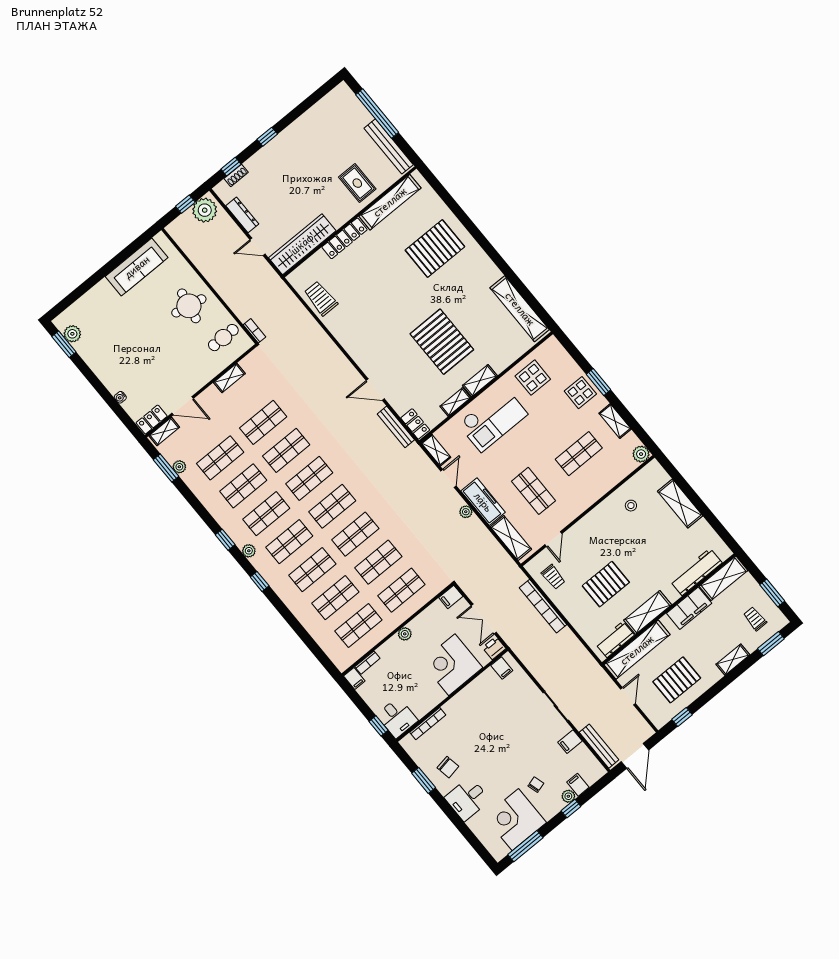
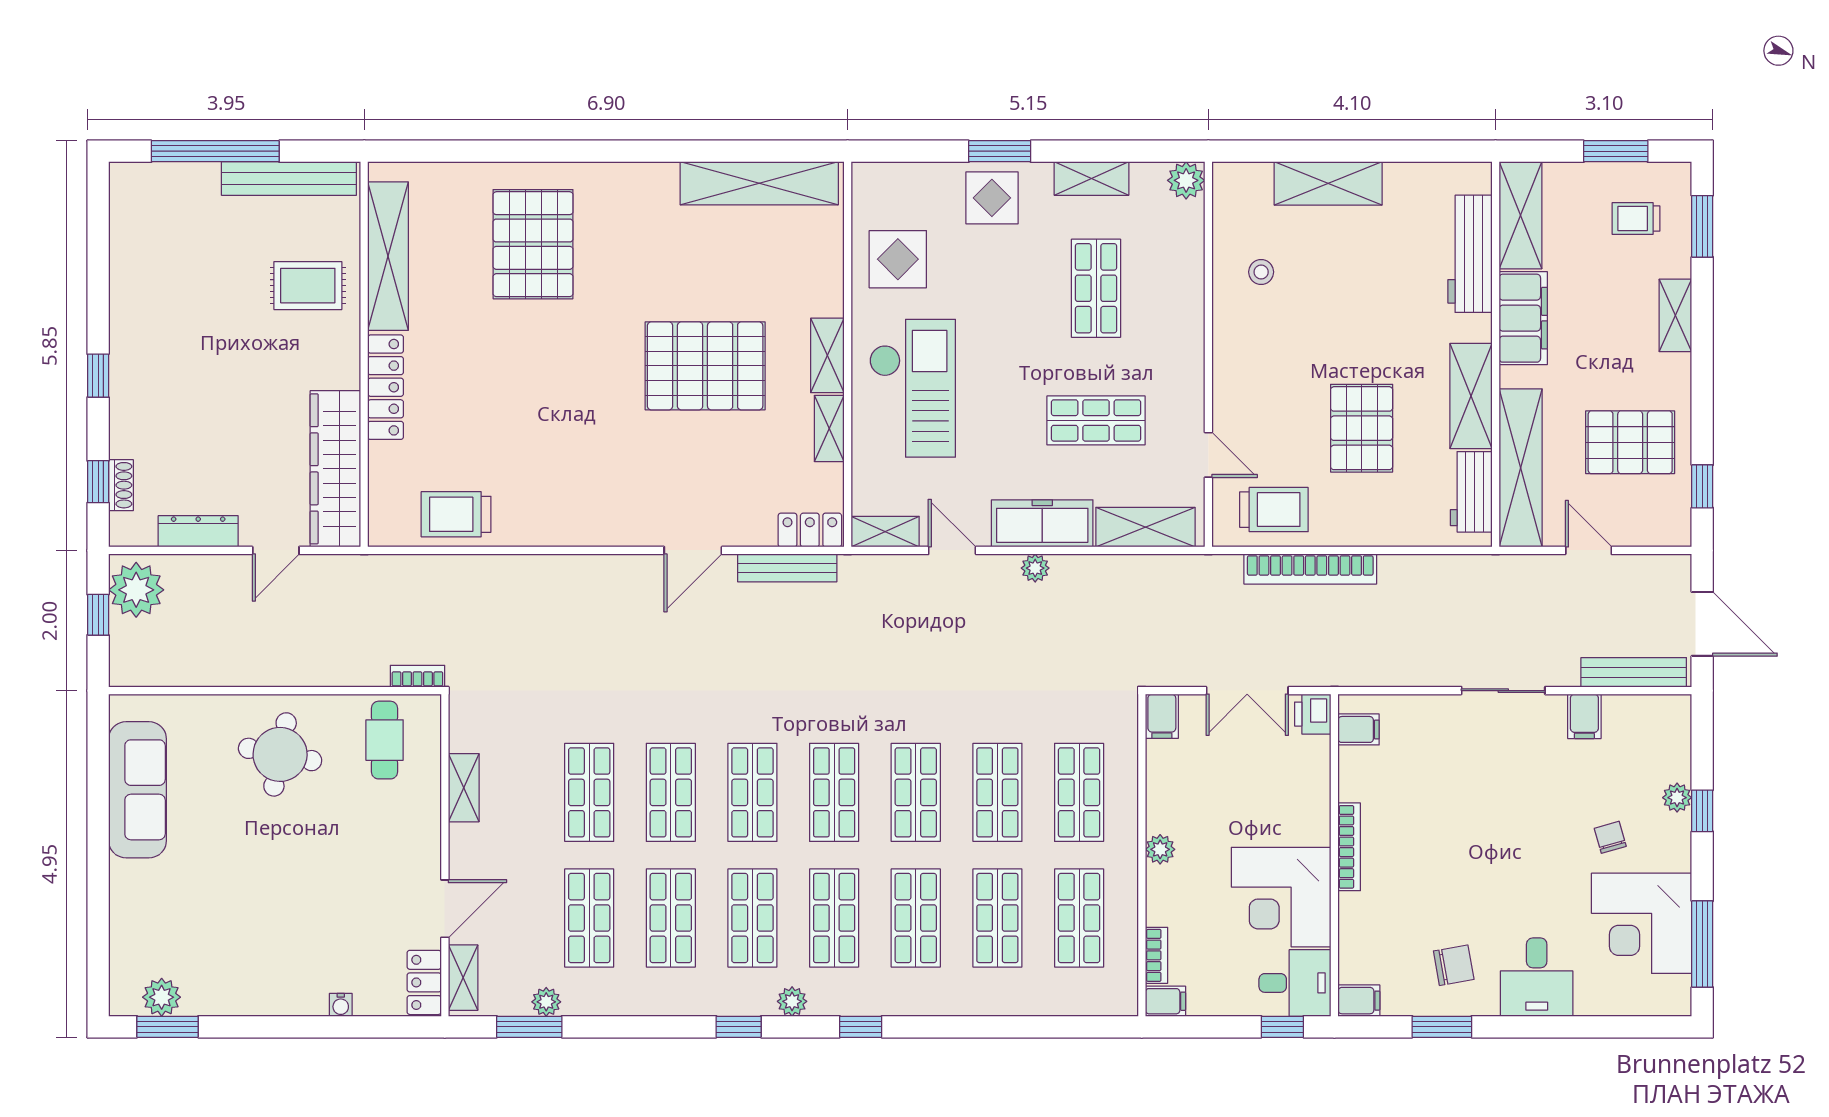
trolley: (553, 577) -> (1274, 510), width x1.36, depth x1.39
corner desk: (452, 665) -> (1281, 897), moved
pallet: (677, 680) -> (1630, 442), turned 90
bookcase: (428, 724) -> (1349, 847), moved
filing cabinet: (578, 785) -> (1359, 1001), moved, turned 180

